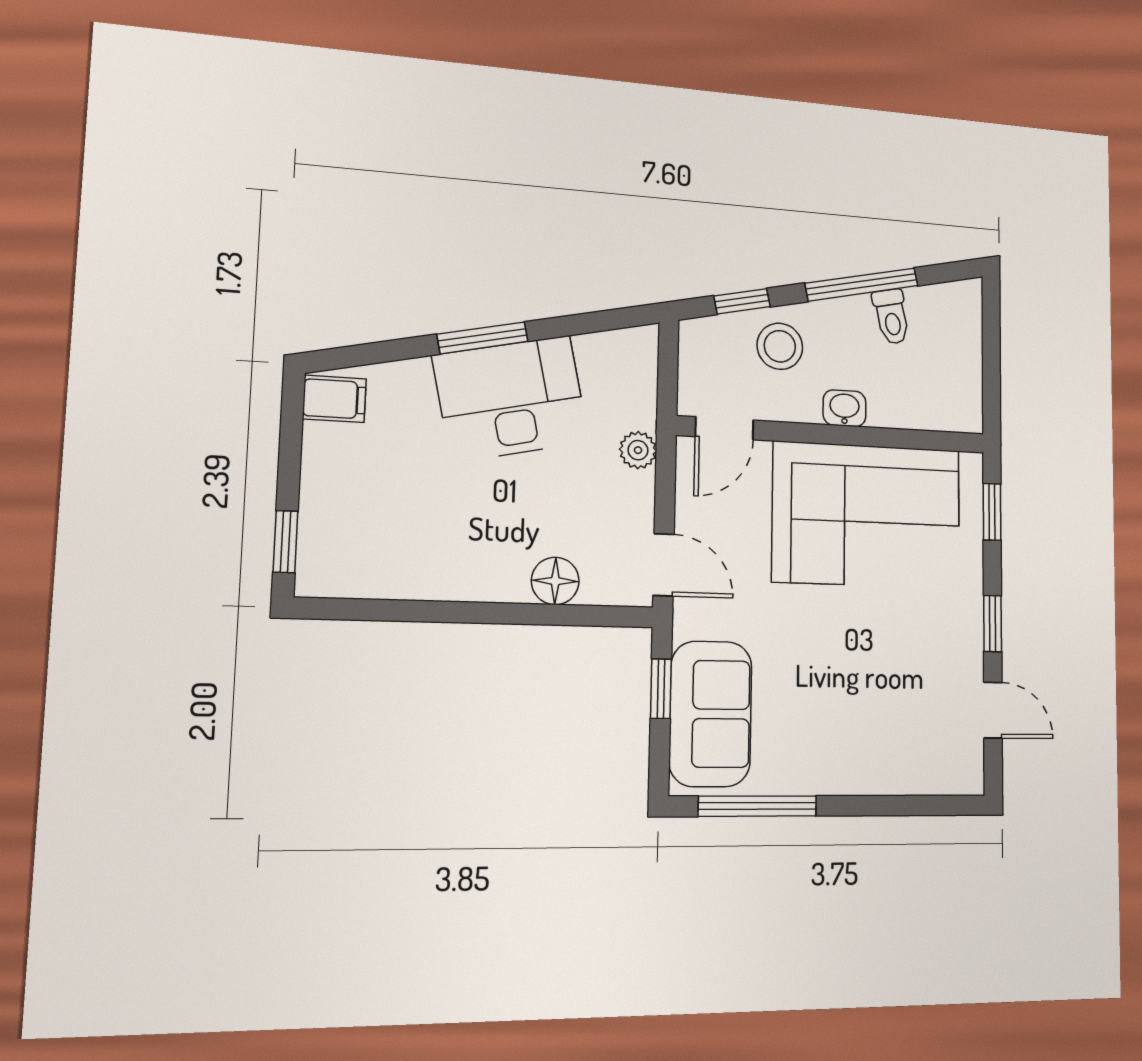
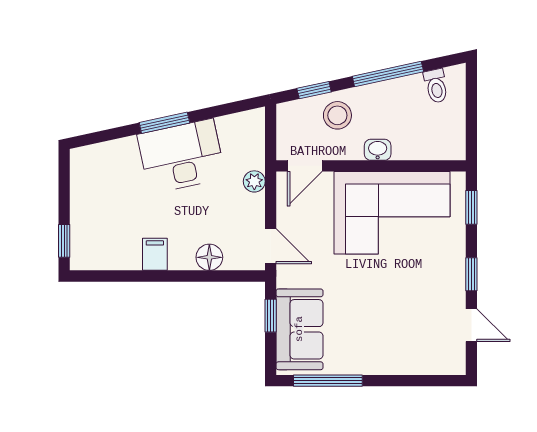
toilet: (891, 317) -> (436, 86), moved
filing cabinet: (334, 399) -> (155, 254), moved, turned -90

